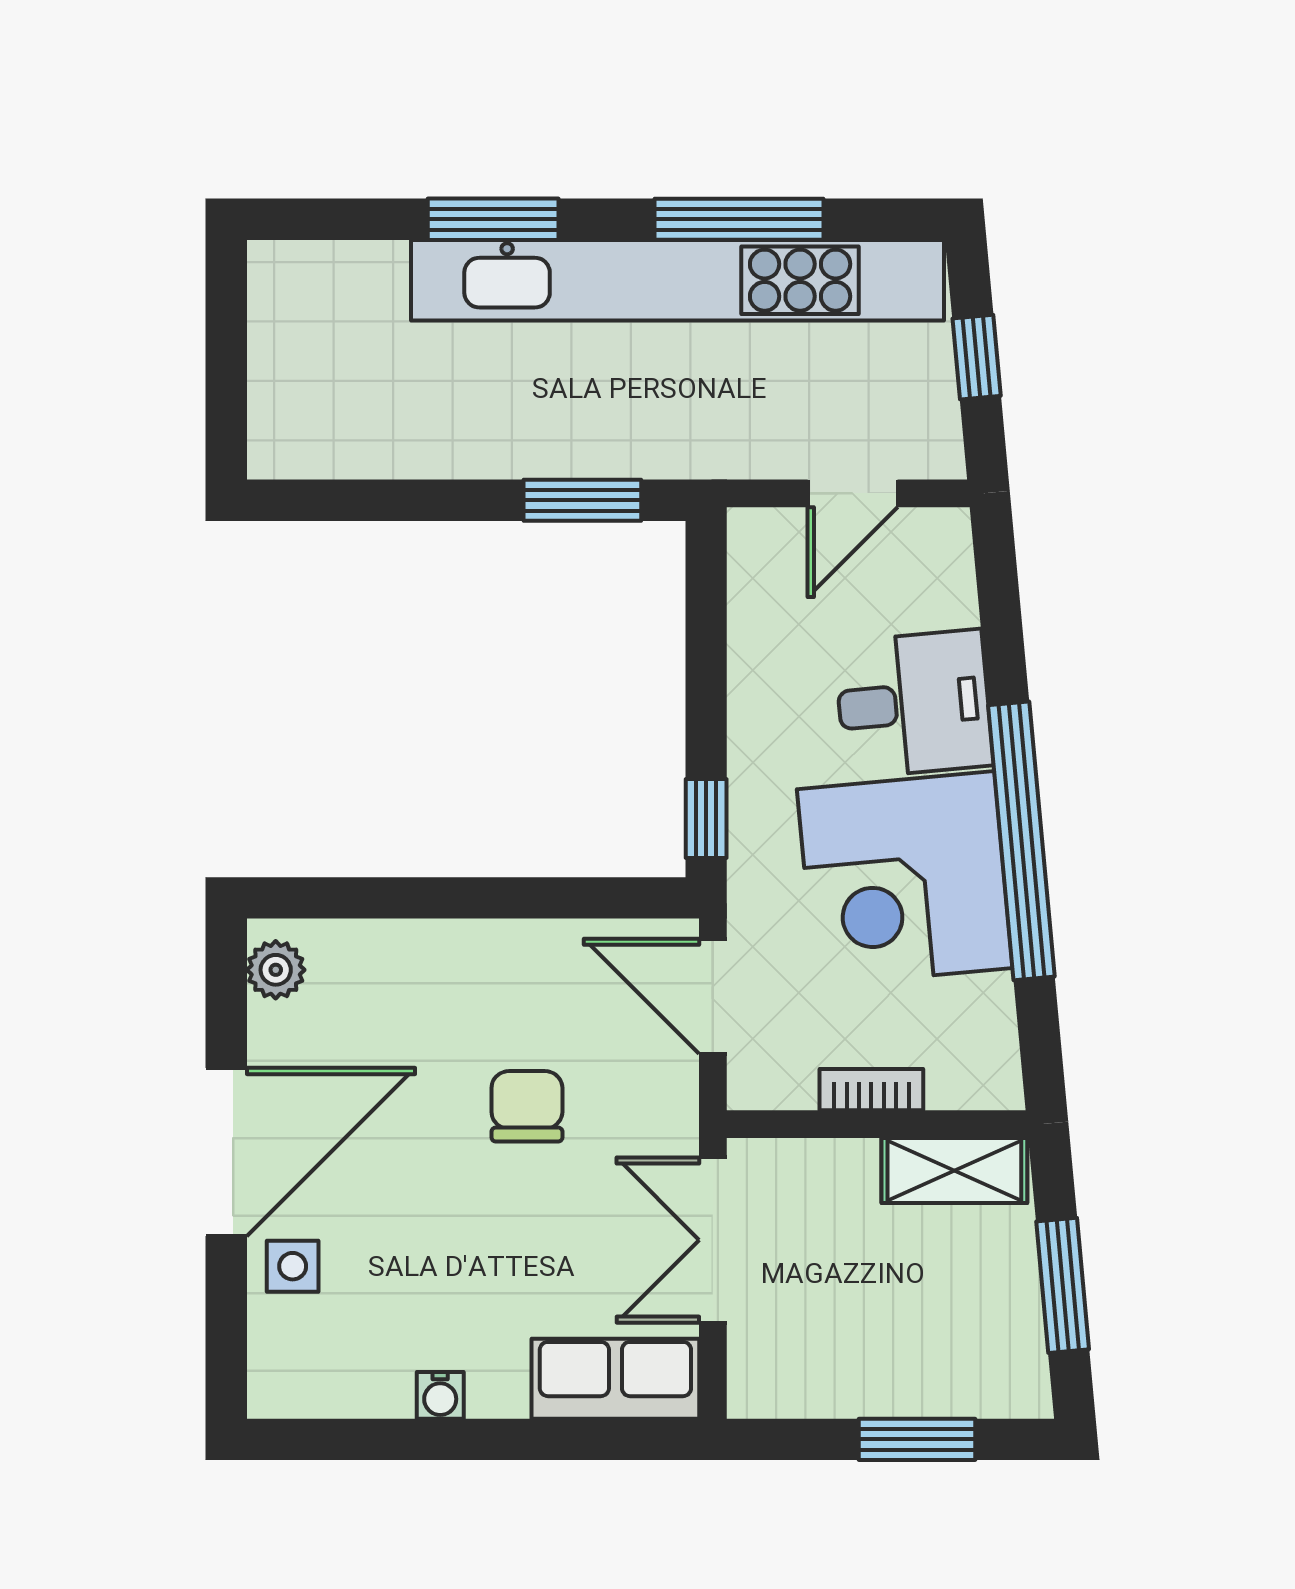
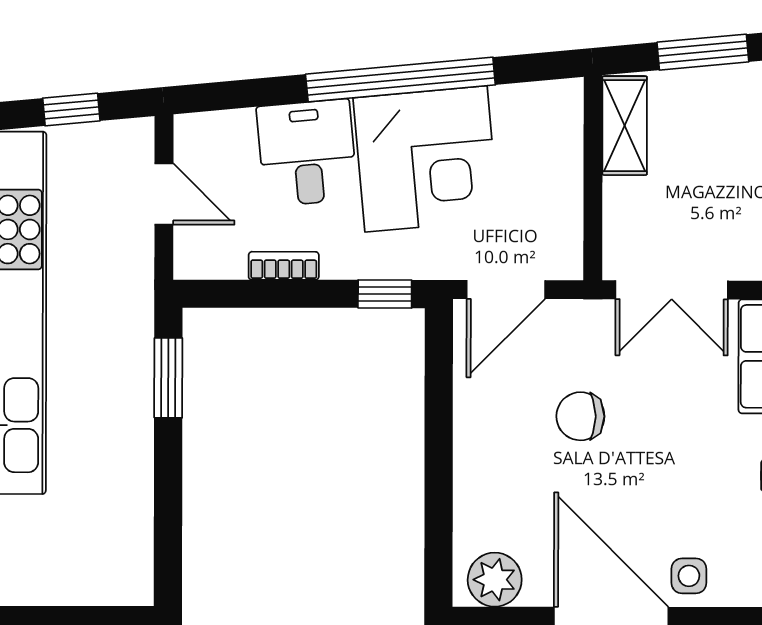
plant: (276, 970) -> (495, 580), width x1.38, depth x1.38
bookcase: (871, 1090) -> (284, 266), moved, turned 90

